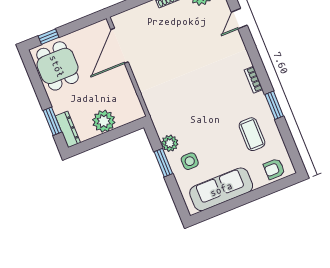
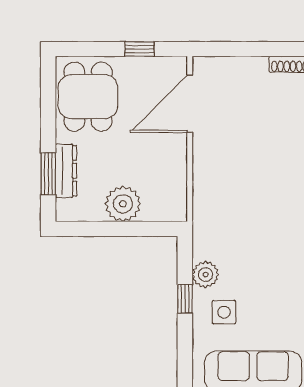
window: (48, 37) -> (139, 49), moved
dresser: (68, 129) -> (66, 171), moved
window: (163, 163) -> (185, 299), width x0.67

